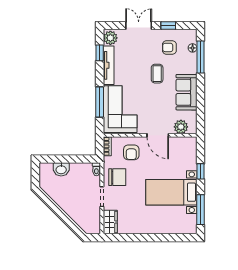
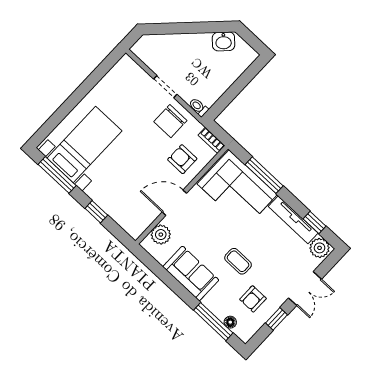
armchair: (169, 47) -> (253, 299), turned 180
washbasin: (61, 169) -> (224, 41), moved, turned -135
bed with nightstands: (171, 192) -> (84, 145), moved
wardrobe: (110, 222) -> (131, 71), removed

